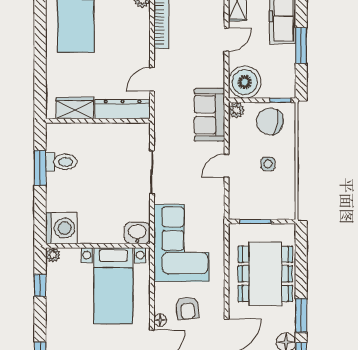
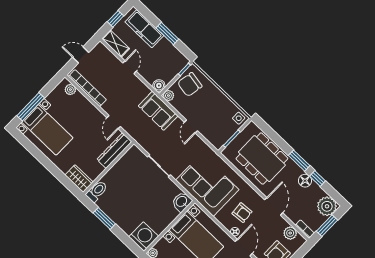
boiler: (245, 82) -> (159, 86), width x0.54, depth x0.54
wardrobe: (75, 108) -> (79, 179), moved, turned 90
toilet: (61, 162) -> (97, 191), moved
side table: (268, 164) -> (239, 118), moved

